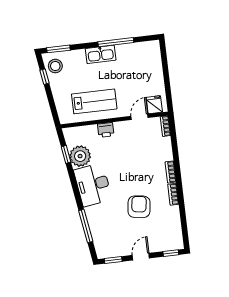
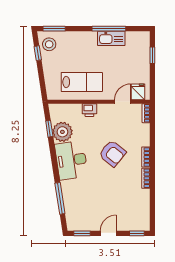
kitchen sink: (101, 54) -> (111, 38), moved
window: (165, 65) -> (152, 55), added
armchair: (139, 207) -> (112, 153), moved, turned 121

